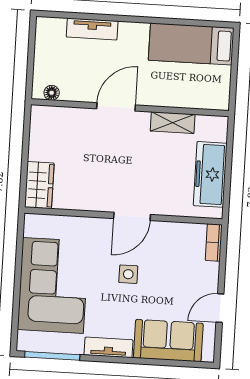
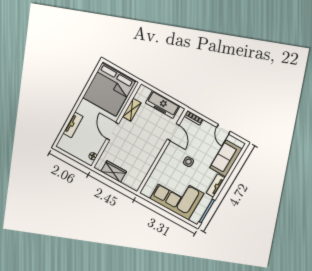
bed: (191, 44) -> (109, 89), width x2.04
wardrobe: (39, 185) -> (114, 172), moved
door: (132, 216) -> (173, 132), moved

